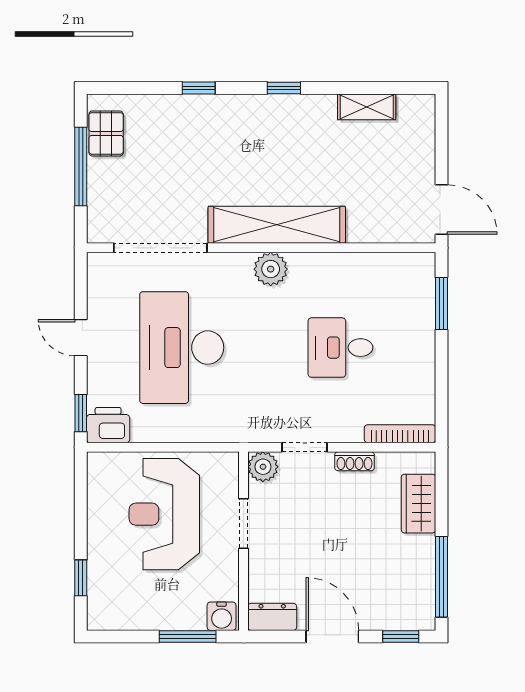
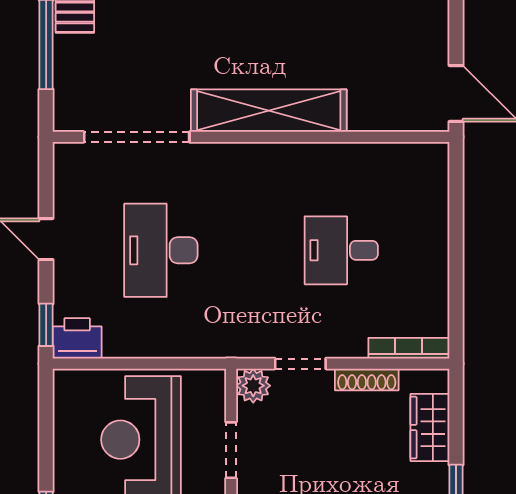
plant: (271, 269) -> (262, 161), removed
window: (441, 304) -> (456, 200), removed
desk: (182, 348) -> (161, 250), width x0.73, depth x0.77
shoe rack: (354, 461) -> (367, 379), width x1.43

